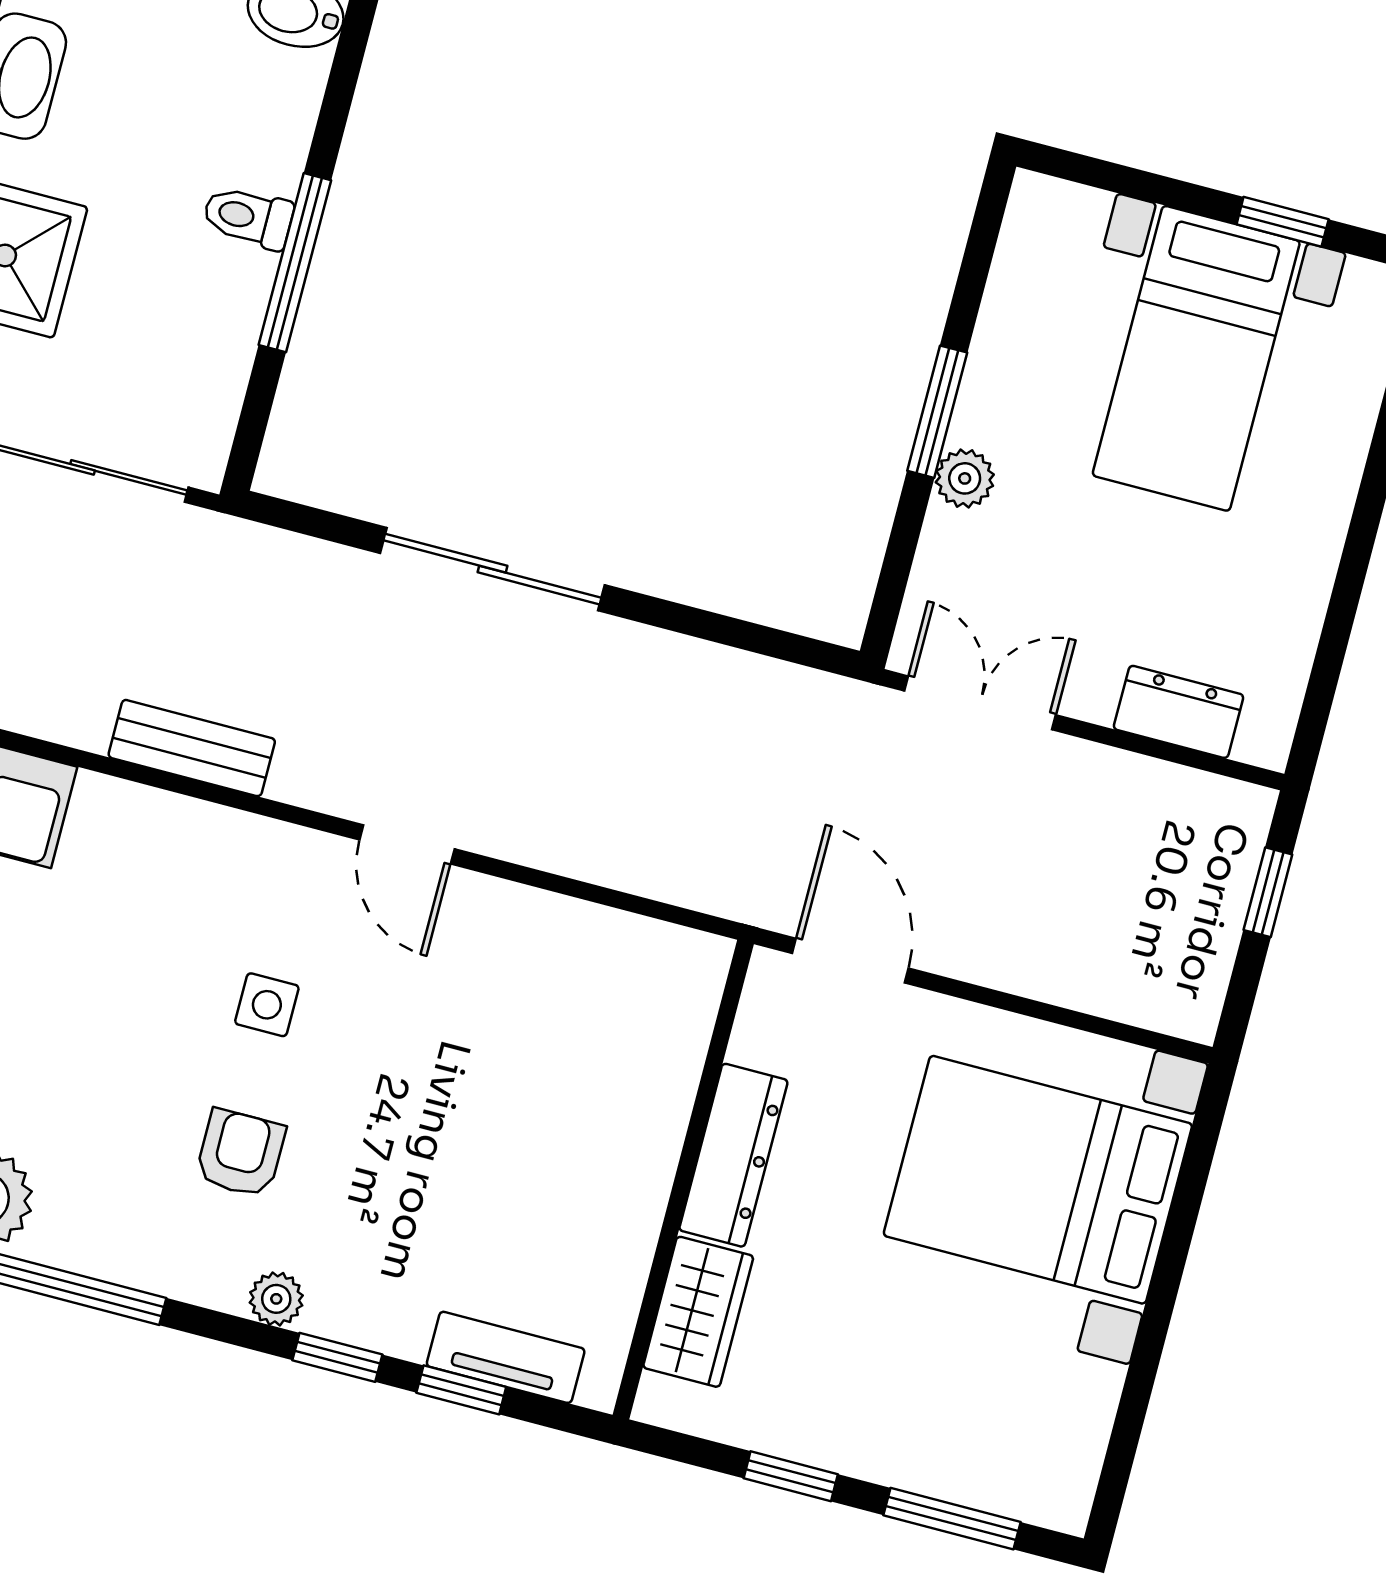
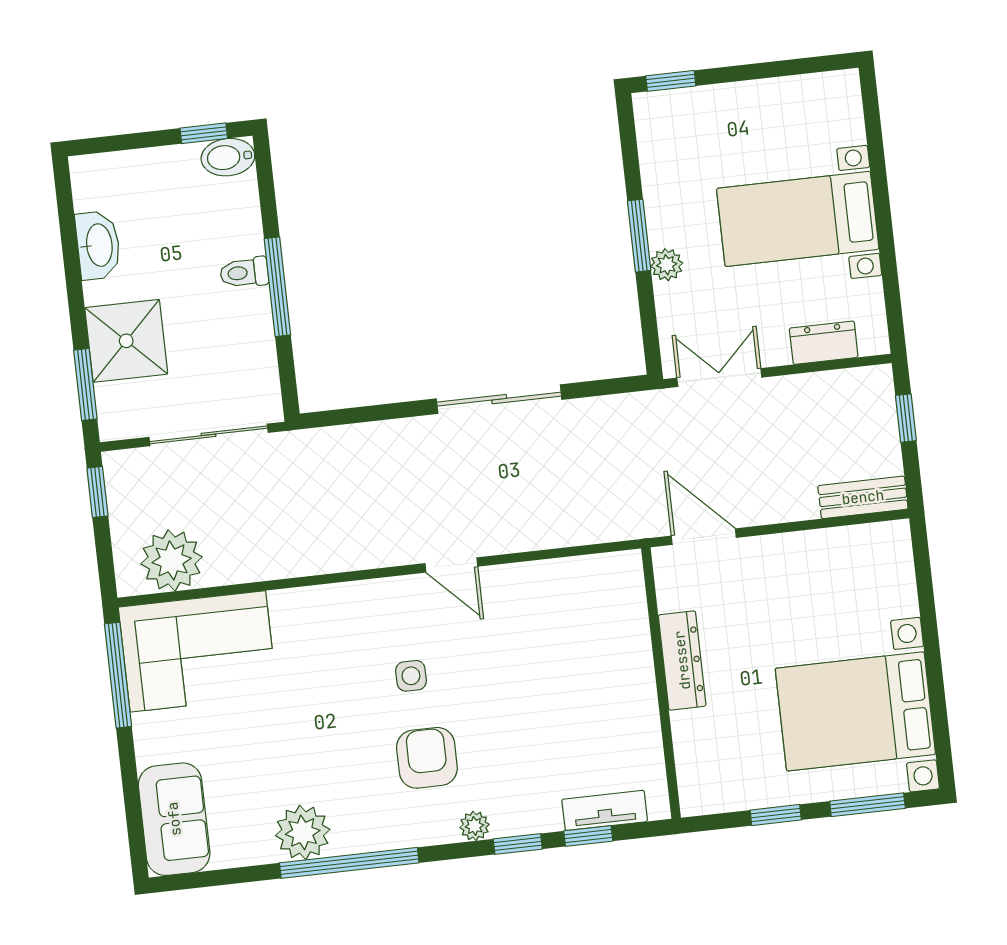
window: (1283, 222) -> (671, 81), moved
bed with nightstands: (1196, 358) -> (798, 219), moved, turned 90
sliding door: (492, 569) -> (499, 399), moved
bench: (192, 748) -> (863, 497), moved
armchair: (240, 1153) -> (427, 758), width x1.38, depth x1.38
bed with nightstands: (1038, 1180) -> (855, 711), moved
wardrobe: (698, 1312) -> (695, 748), removed

